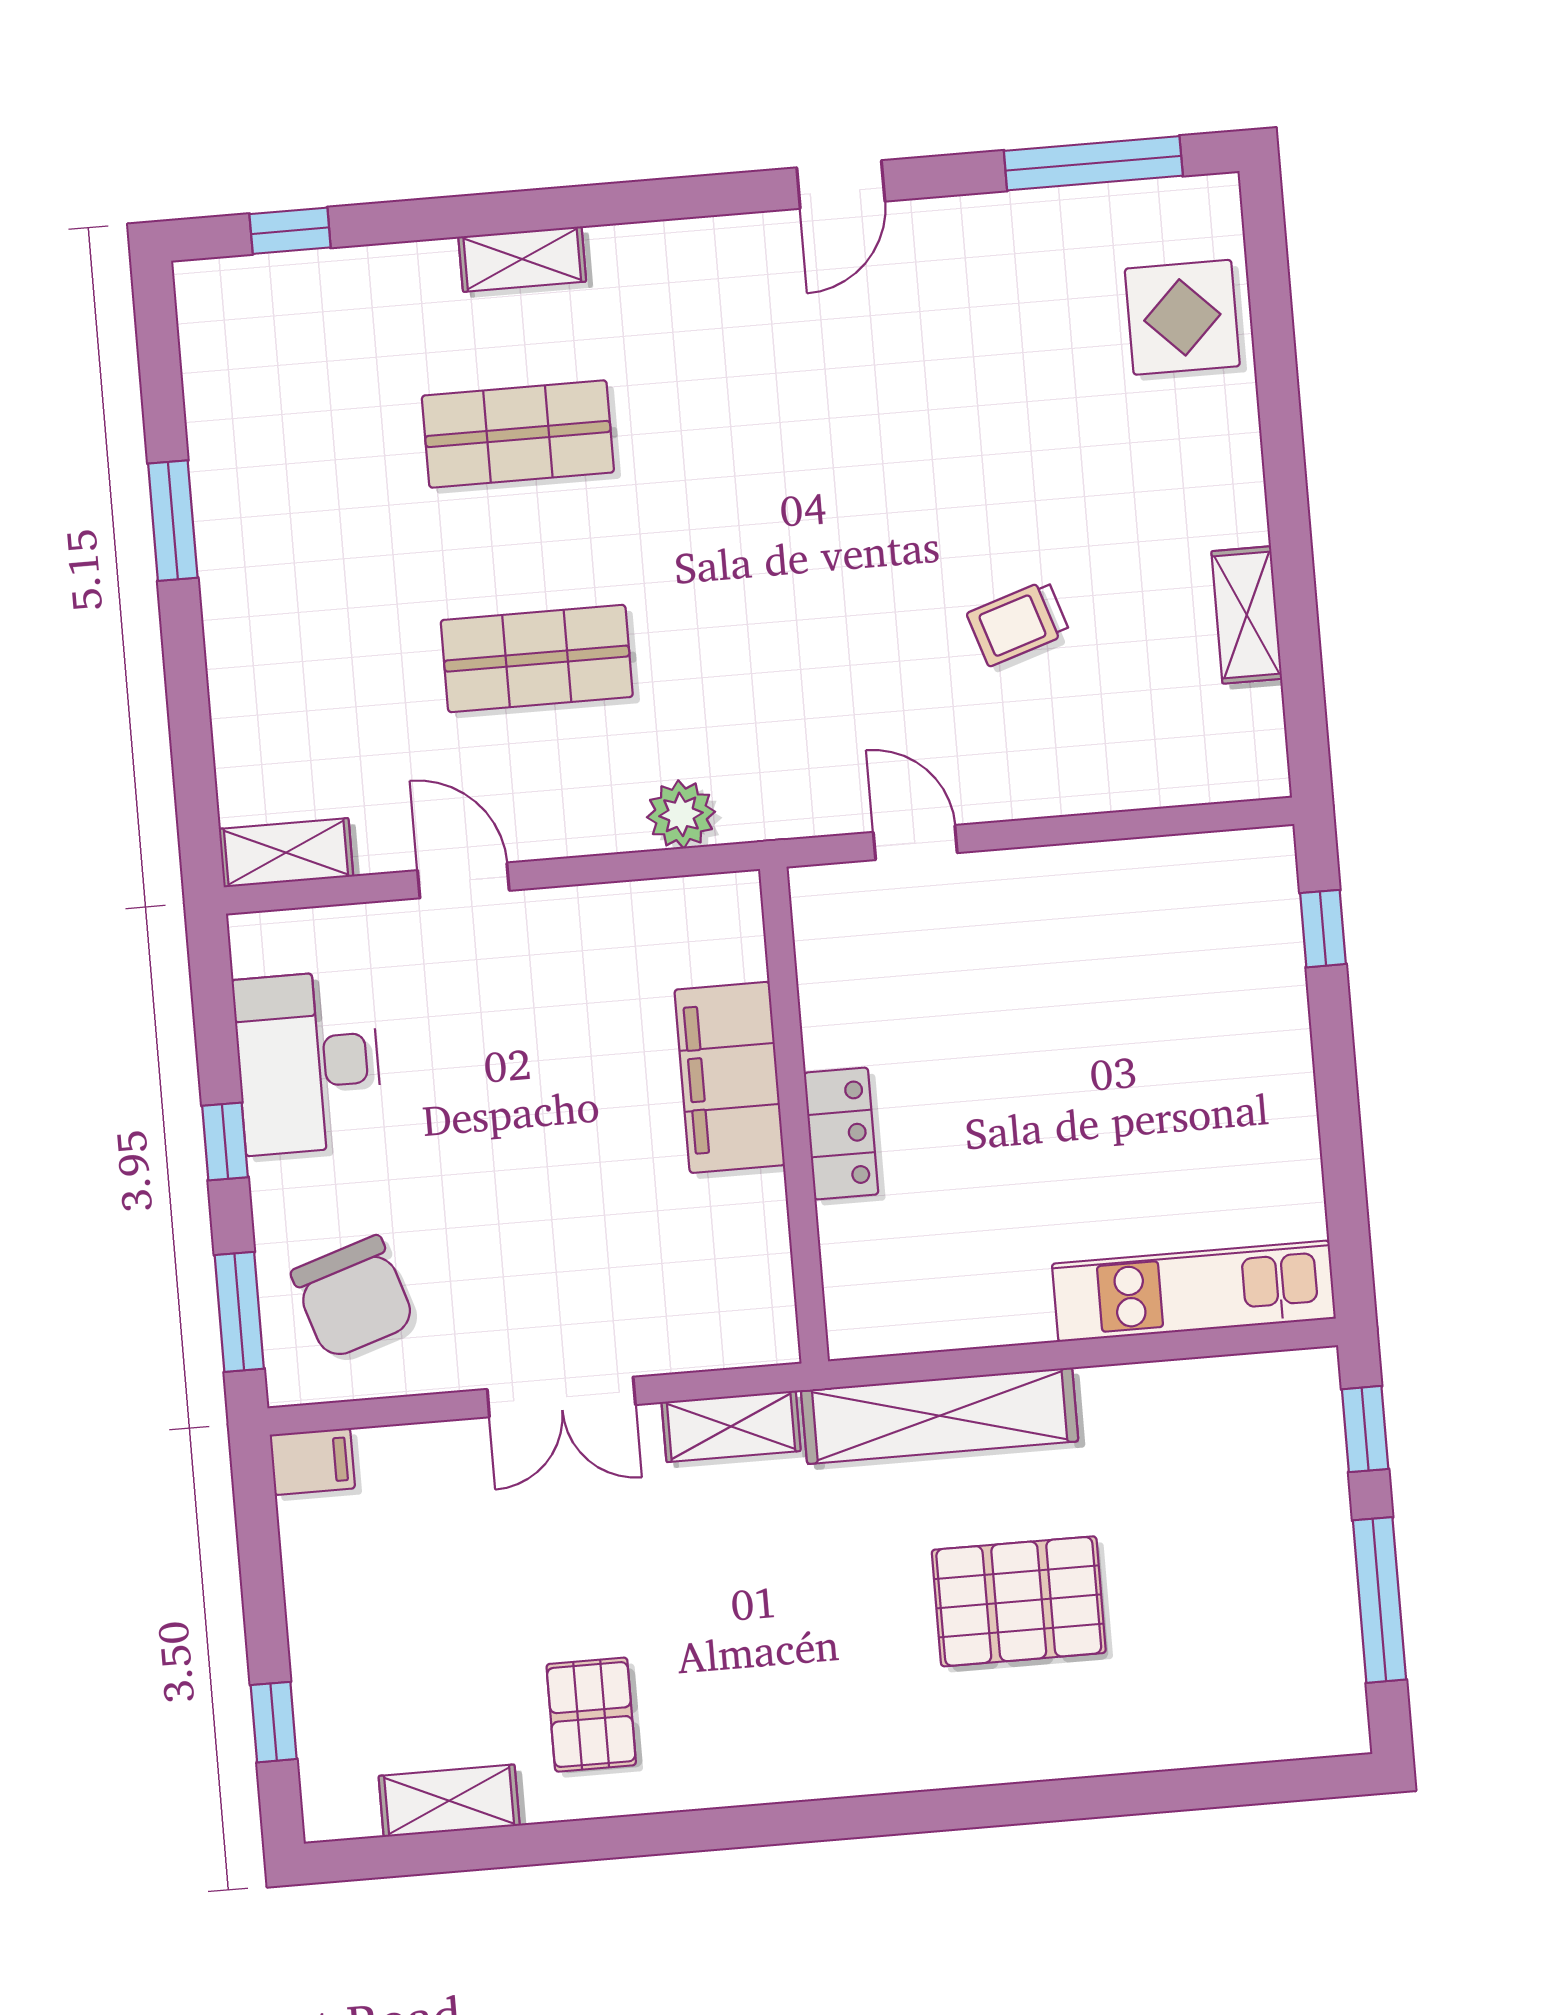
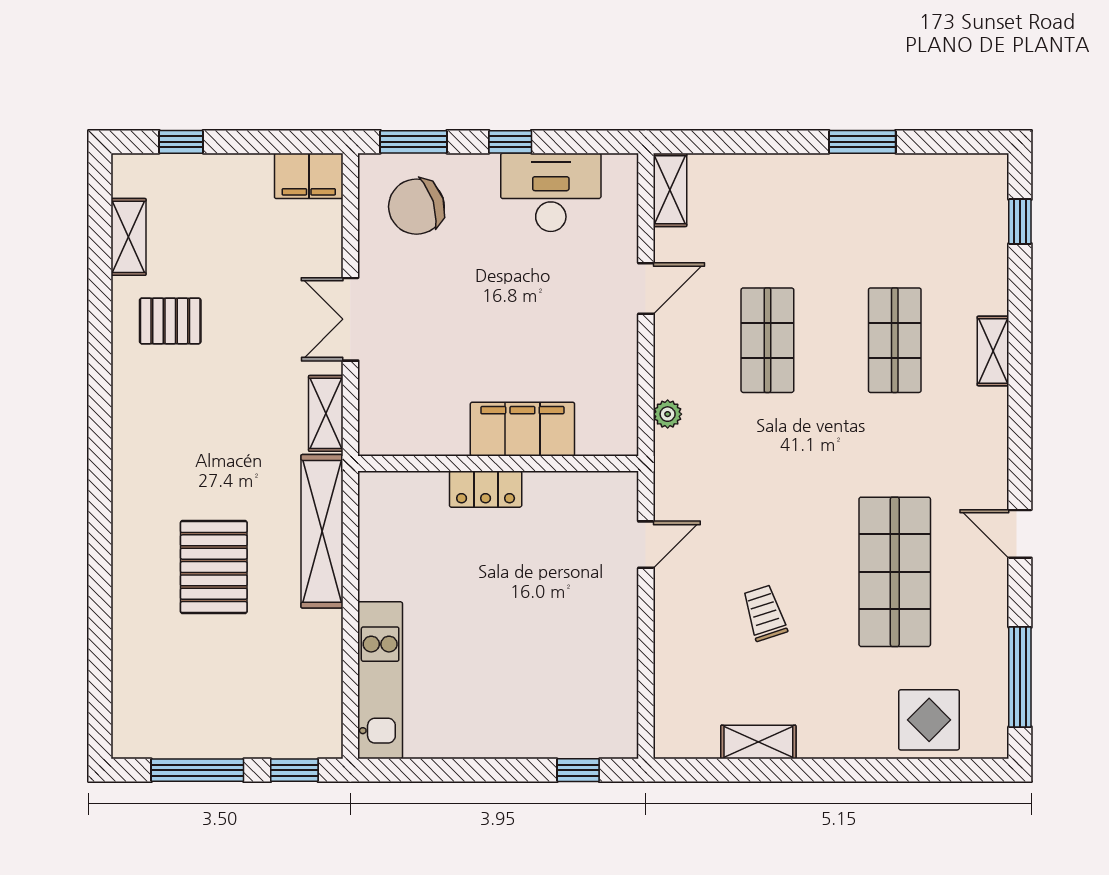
shop shelf: (926, 400) -> (895, 572), added
plant: (681, 814) -> (668, 414), width x0.73, depth x0.73
filing cabinet: (312, 1462) -> (309, 176), width x2.00

